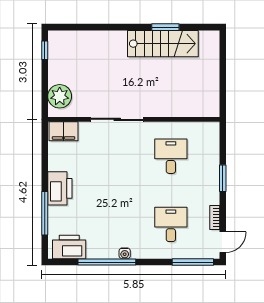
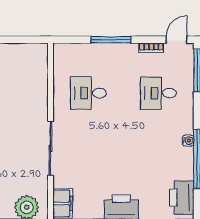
window: (223, 178) -> (111, 40), width x1.44
door: (223, 242) -> (177, 40), hinge flipped

